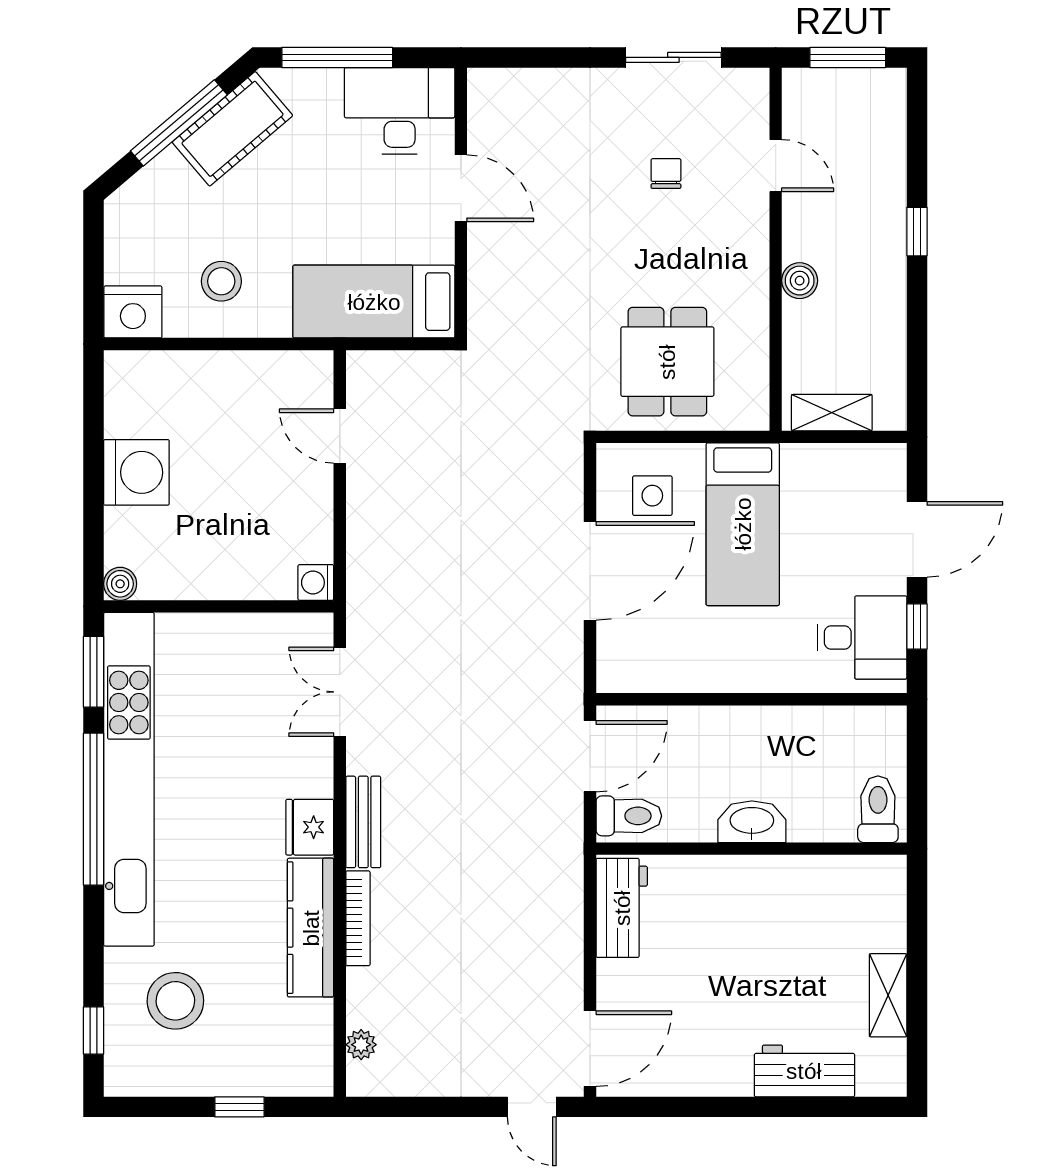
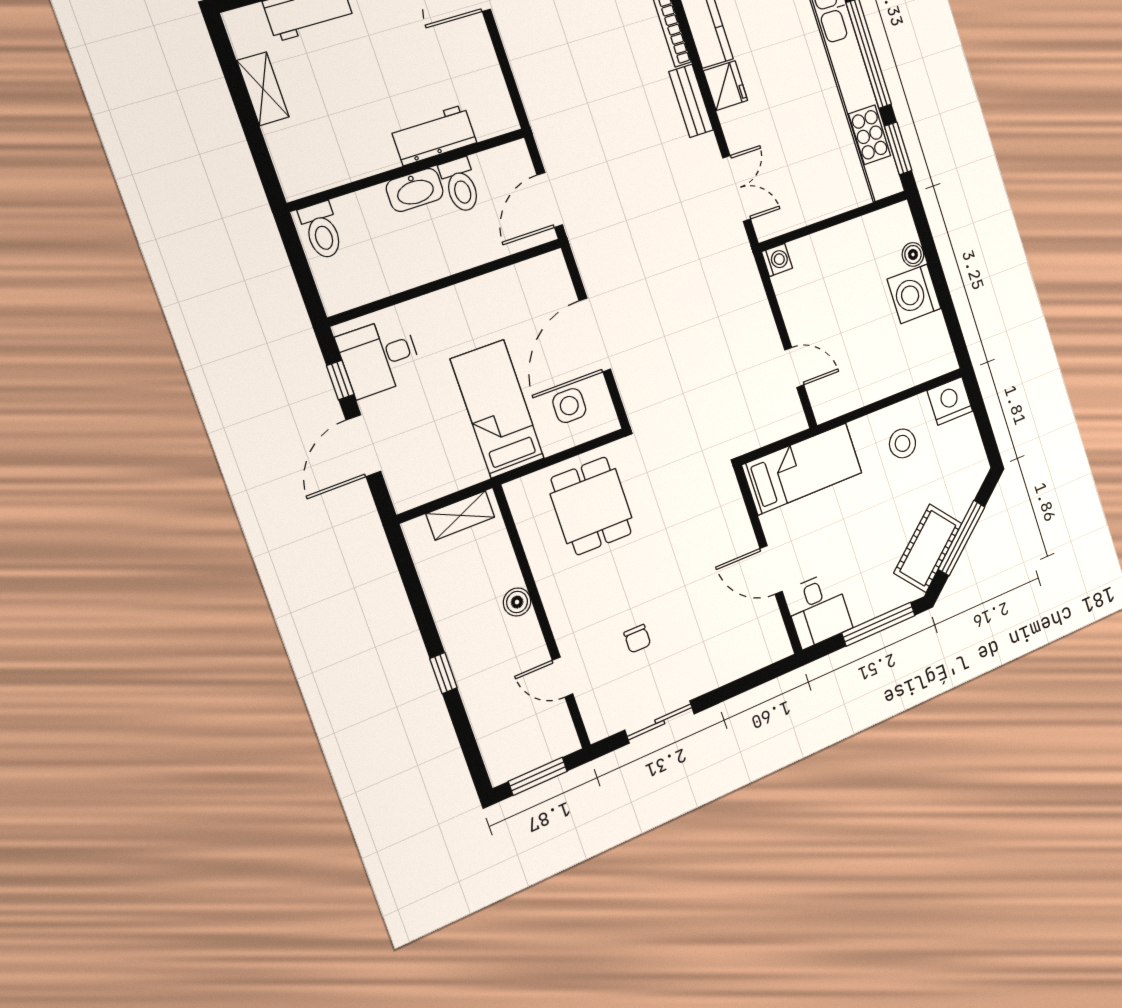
desk: (400, 111) -> (818, 610), width x0.73
boiler: (120, 584) -> (913, 255), moved
toilet: (629, 816) -> (460, 185), moved, turned -90
workbench: (622, 908) -> (434, 135), moved, turned 90

